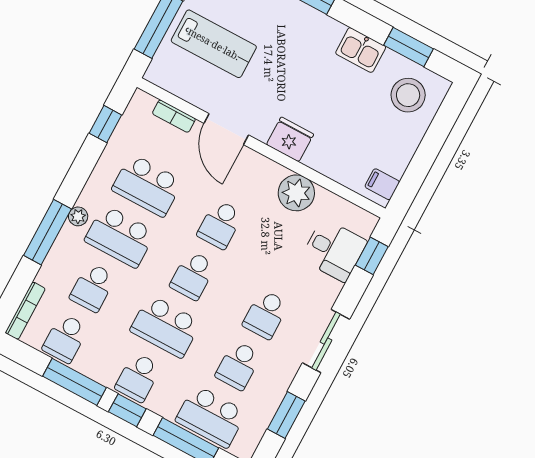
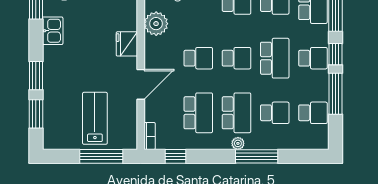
bookcase: (174, 116) -> (150, 136), moved
bookcase: (25, 311) -> (309, 145), removed

